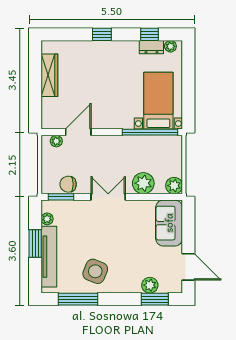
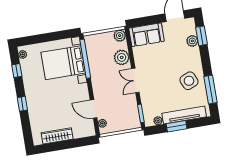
dresser: (151, 47) -> (25, 68), removed
bed with nightstands: (158, 101) -> (63, 63), width x1.36
chair: (68, 184) -> (131, 110), removed
side table: (95, 271) -> (189, 81), turned 45

